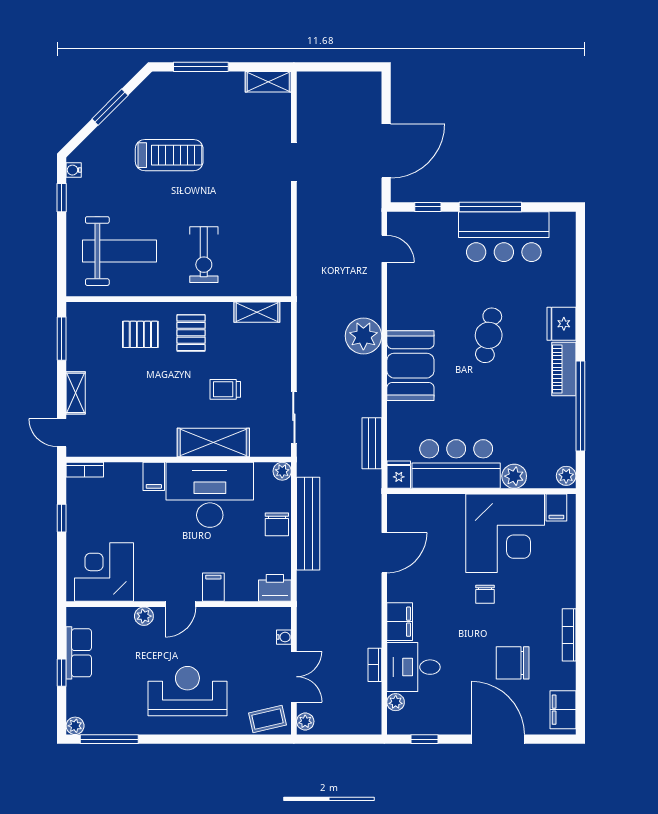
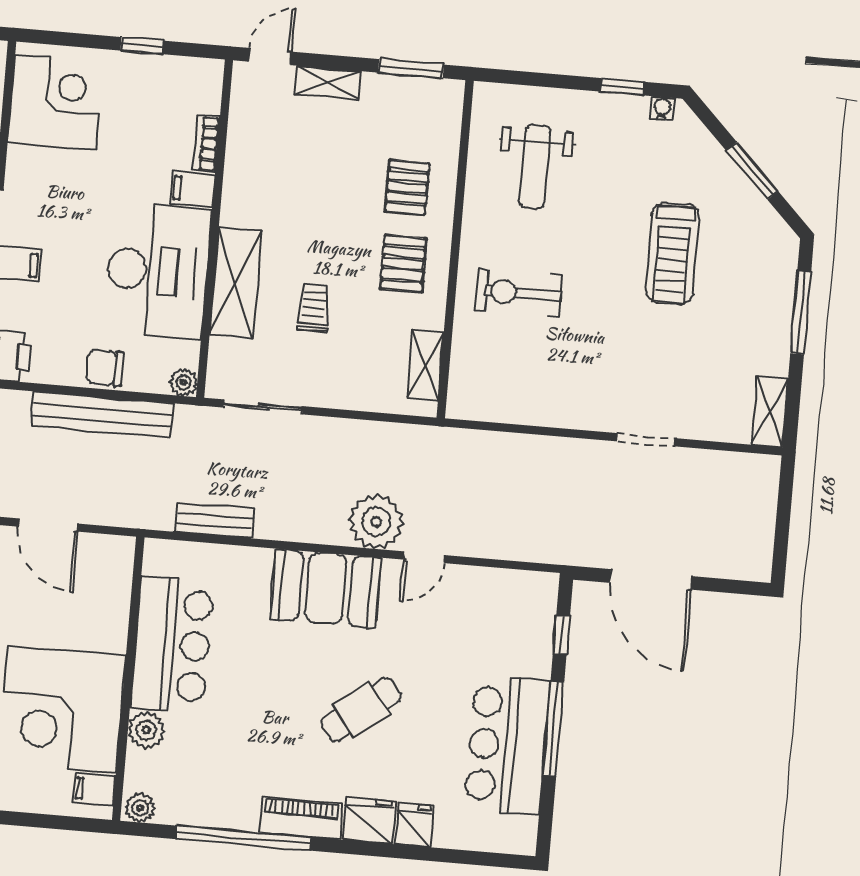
door: (384, 249) -> (424, 557), moved
weight bench: (119, 251) -> (535, 167), width x0.73, depth x0.75
pallet: (191, 333) -> (403, 264), turned 90
cafe table: (489, 335) -> (361, 710), turned -49
bookcase: (85, 470) -> (206, 143), moved
fridge: (399, 475) -> (414, 825), moved, turned -90

